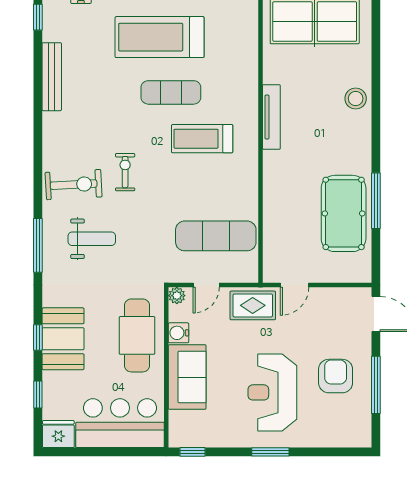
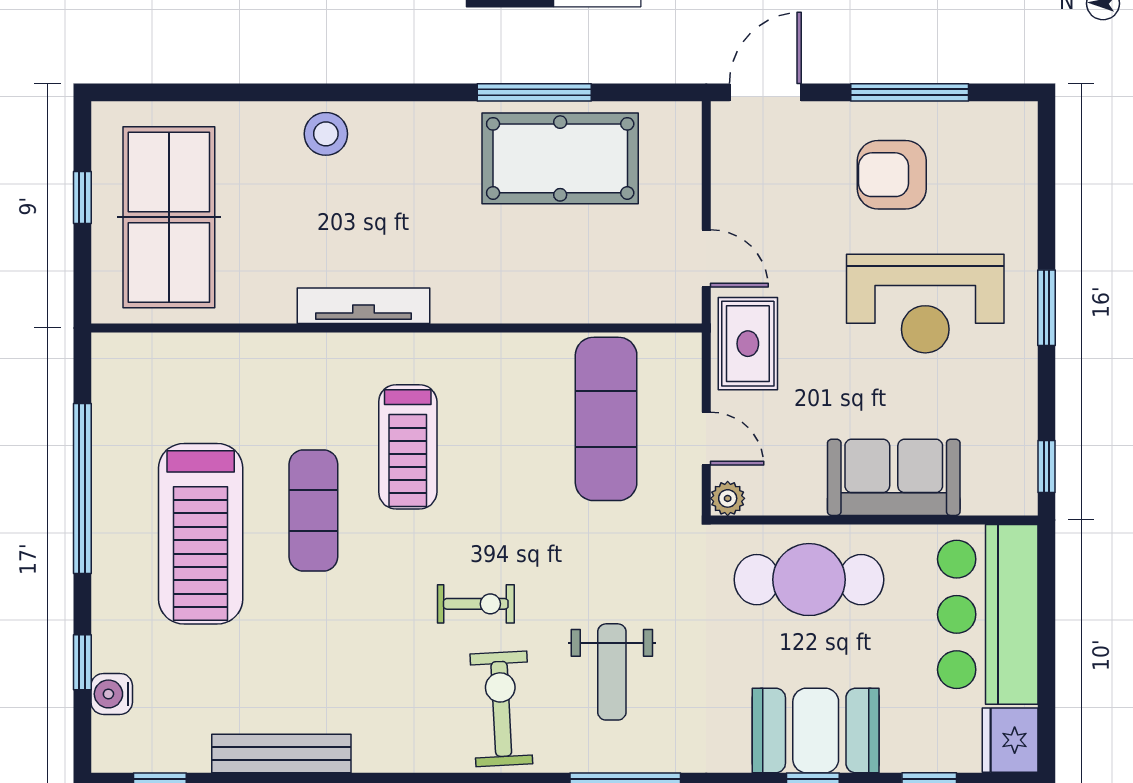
exercise bike: (125, 172) -> (476, 604), turned 180
weight bench: (92, 239) -> (612, 672), turned 180
water cooler: (179, 333) -> (804, 495), removed

